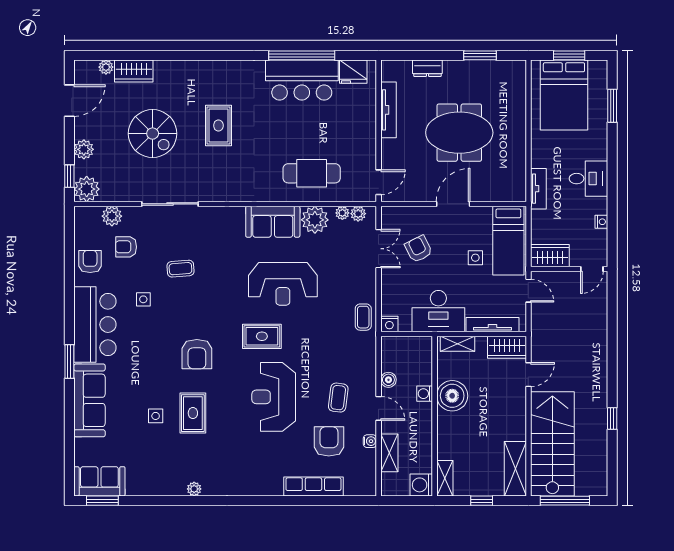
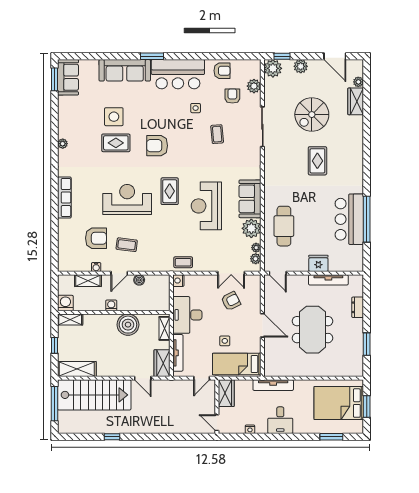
fridge: (353, 72) -> (318, 263), moved, turned 90
rug: (218, 125) -> (317, 161), turned 90
tv unit: (538, 189) -> (273, 385), width x1.41
washing machine: (425, 394) -> (111, 305), moved
side table: (156, 416) -> (114, 117), width x1.87, depth x1.87
row of seats: (313, 486) -> (64, 198), moved

